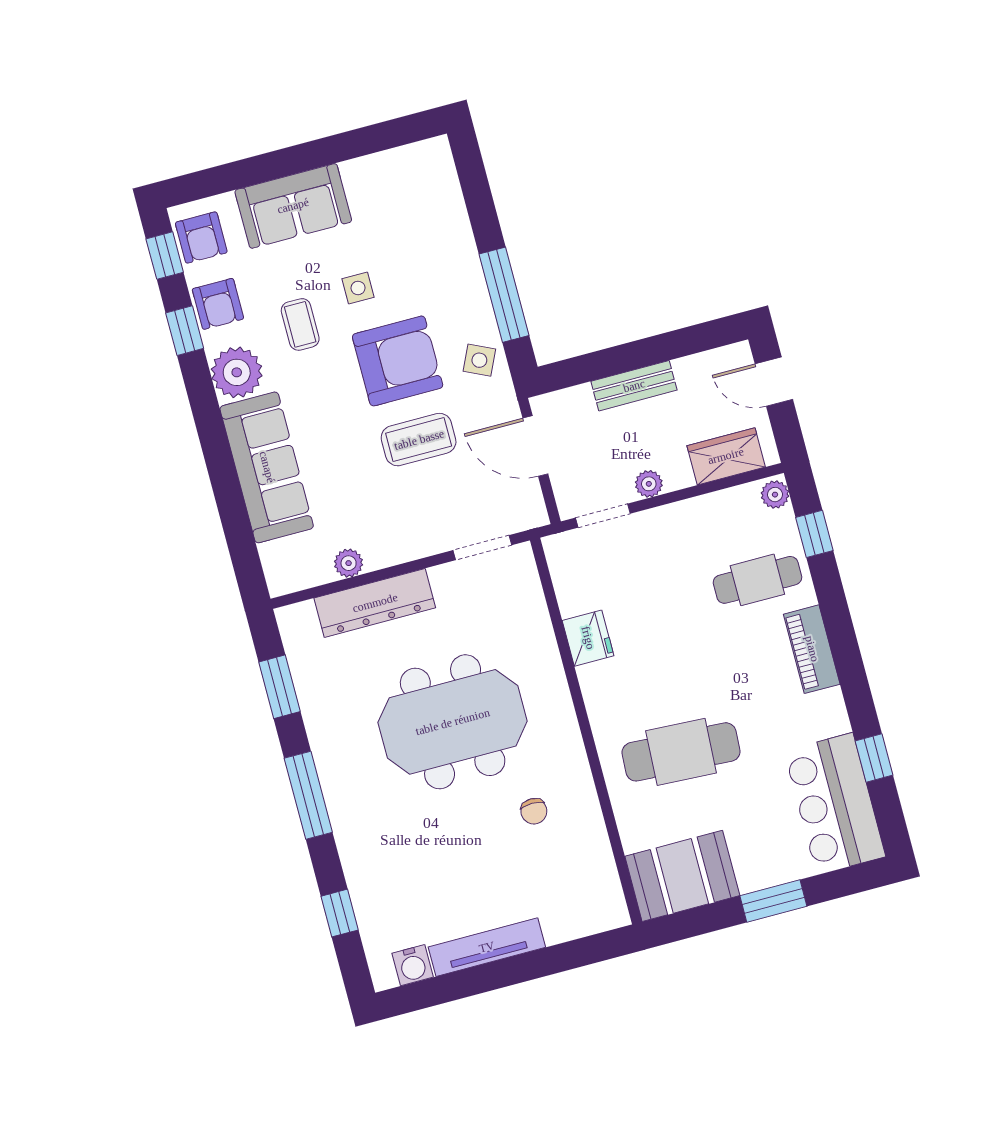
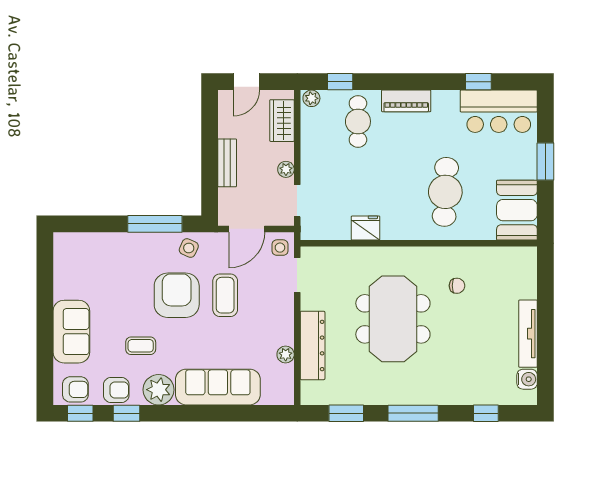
side table: (358, 288) -> (280, 248), moved

